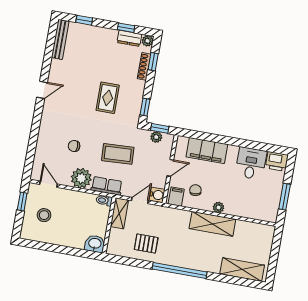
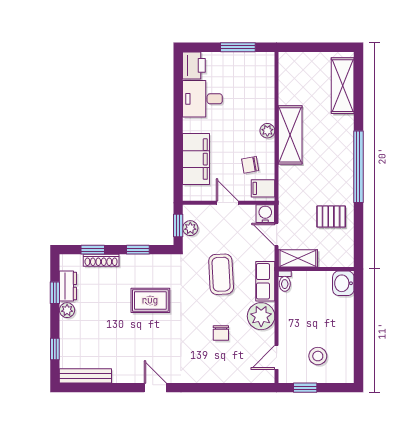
plant: (147, 41) -> (67, 310), moved
window: (145, 107) -> (138, 250), moved
pallet: (146, 243) -> (331, 217), turned 90

